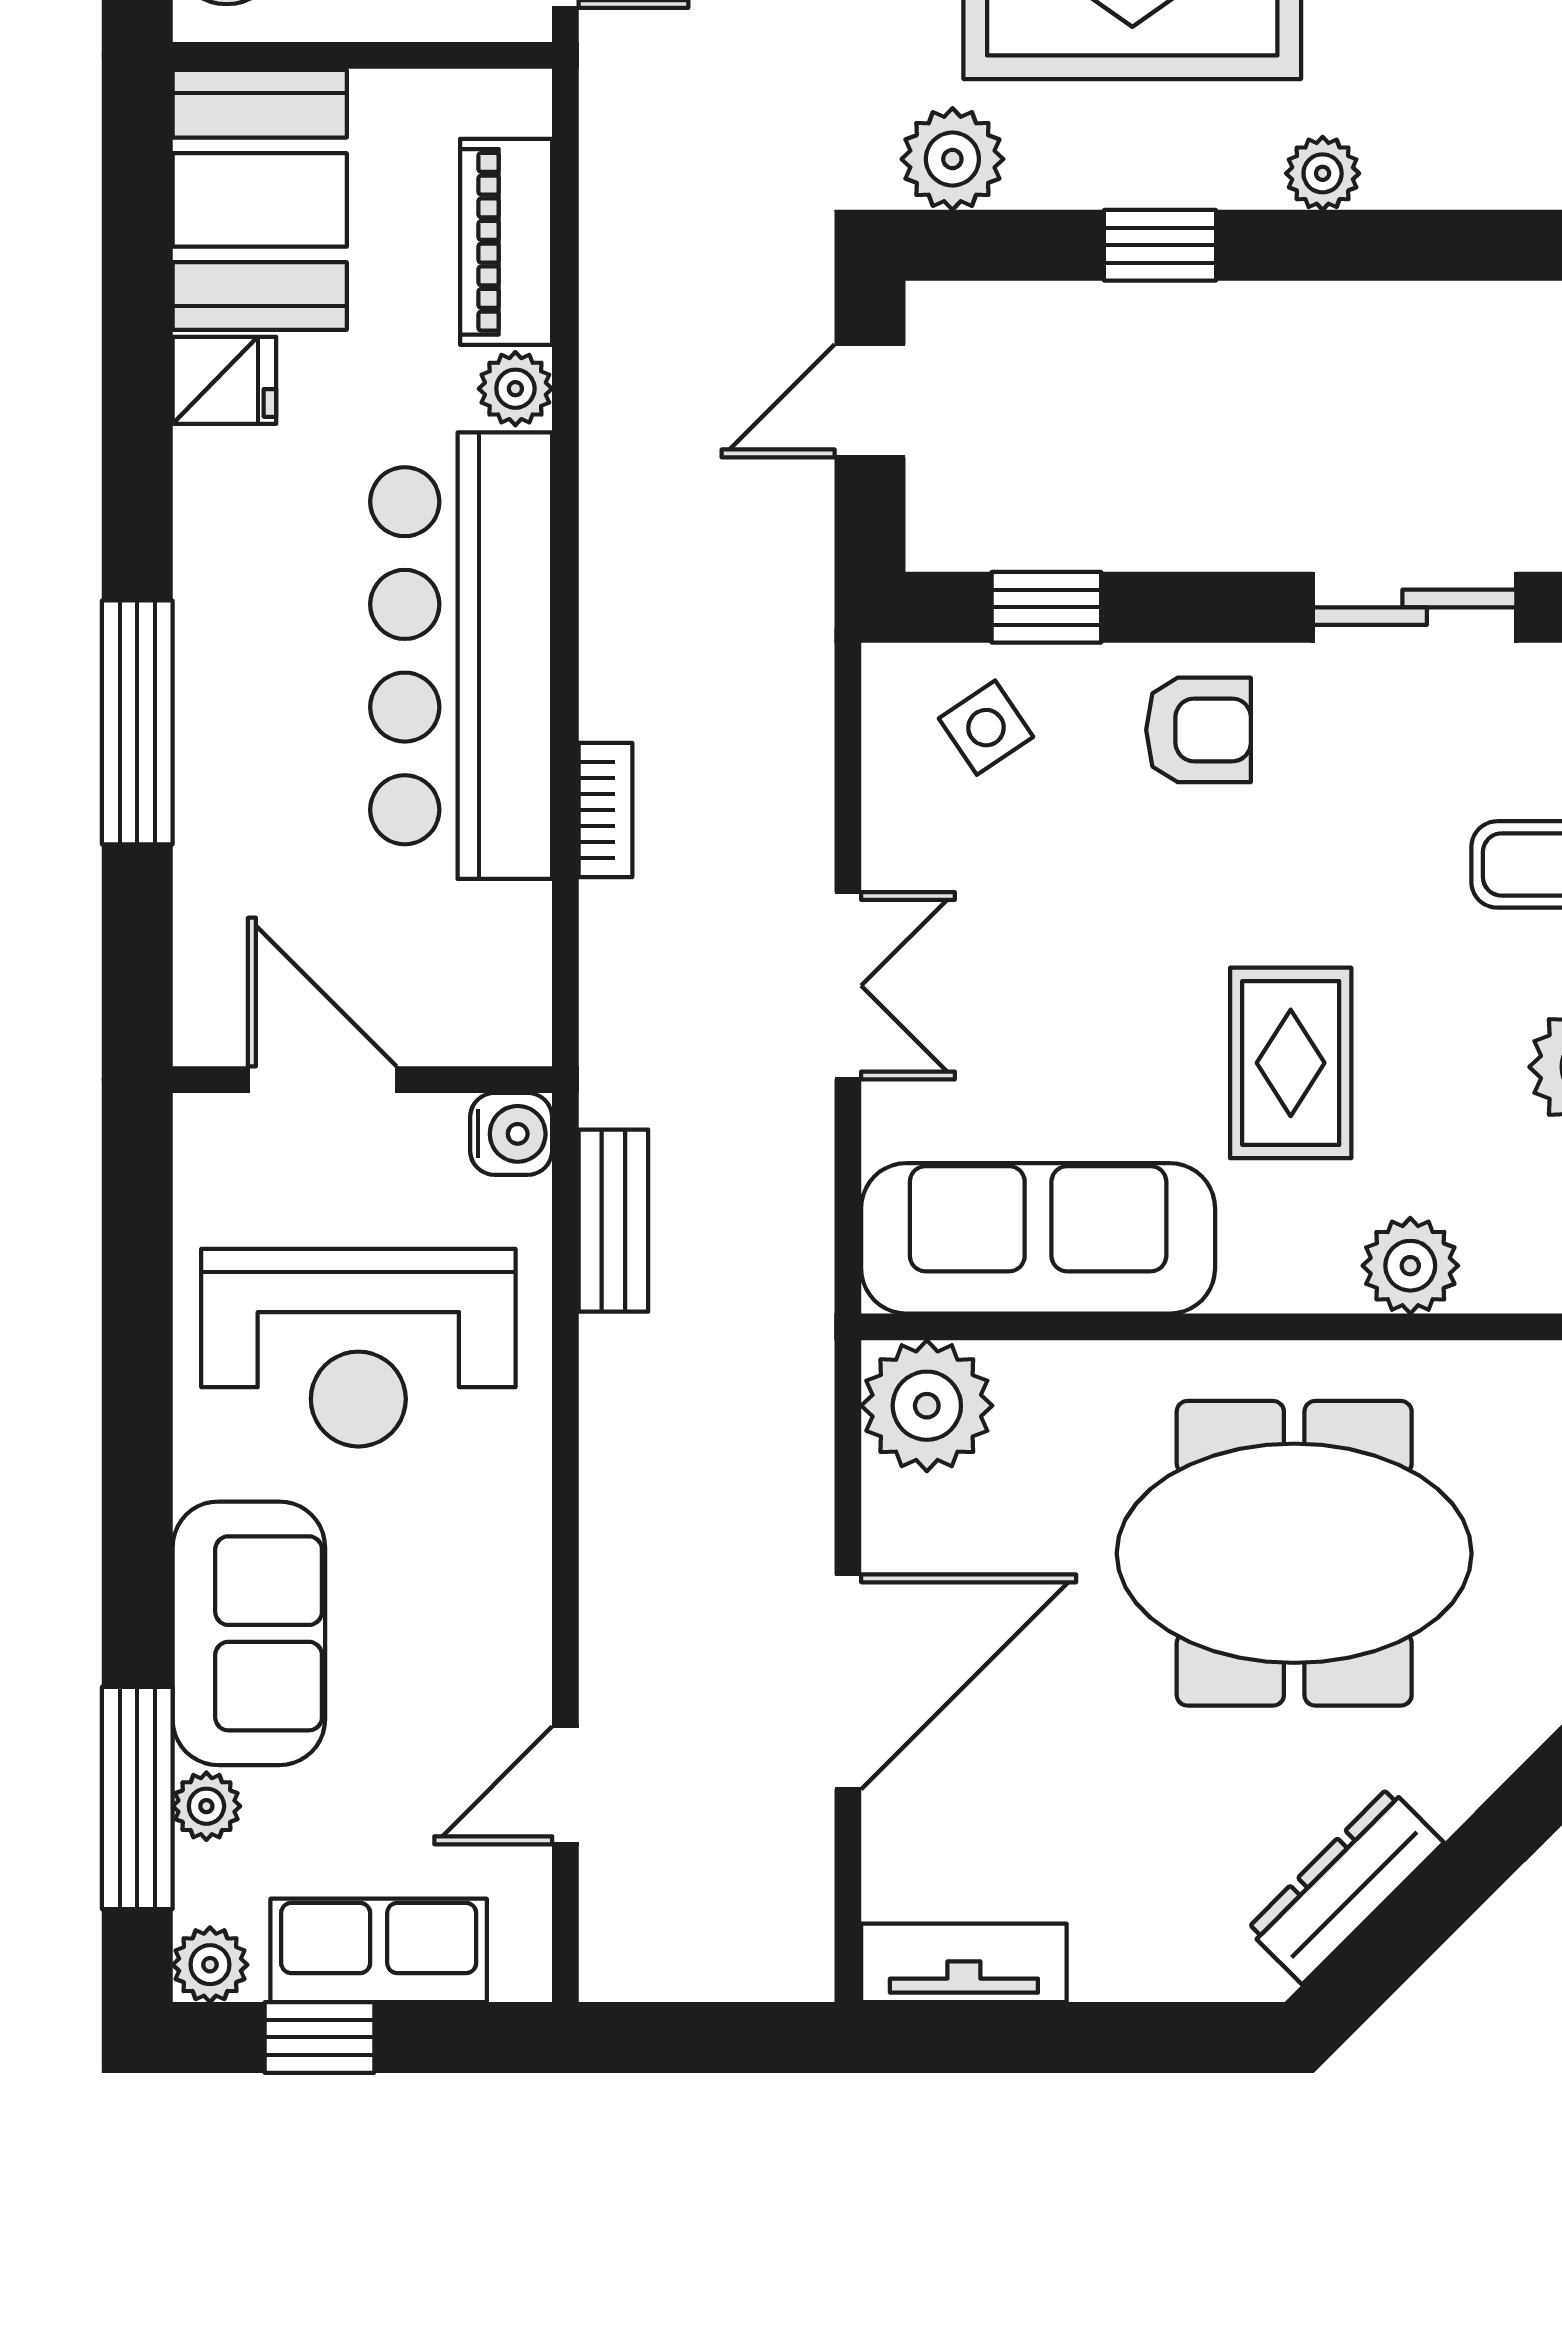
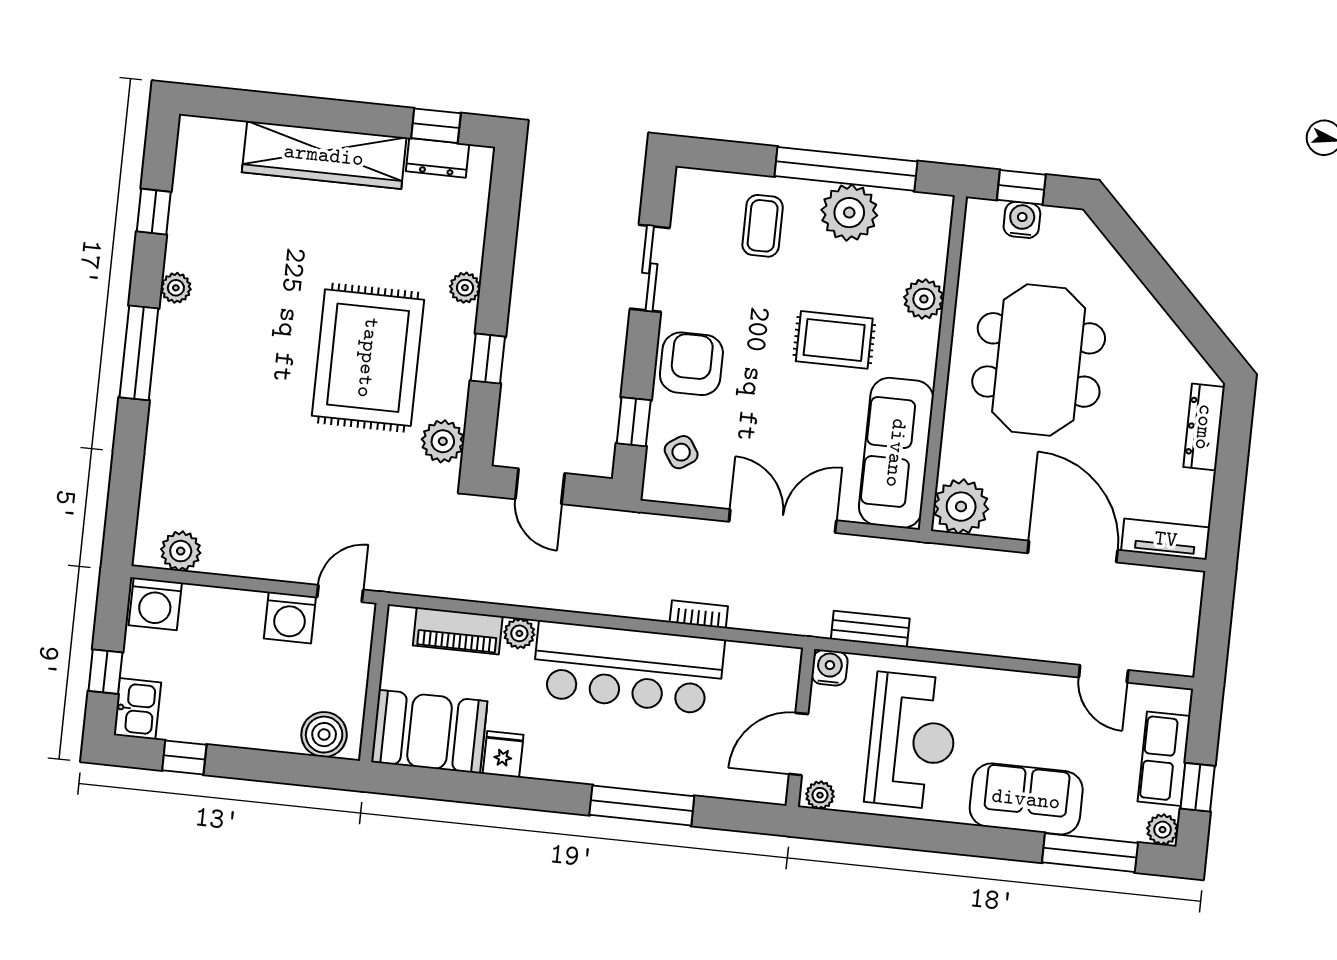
armchair: (1198, 730) -> (691, 364), width x1.38, depth x1.38
double door: (848, 986) -> (783, 521), width x1.37
plant: (206, 1806) -> (820, 795), moved
dresser: (1345, 1886) -> (1204, 427), moved, turned 45
tv unit: (964, 1963) -> (1166, 539), moved, turned 90

